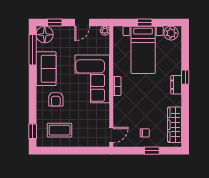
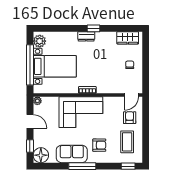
window: (145, 22) -> (30, 65), width x3.17
window: (33, 50) -> (82, 166), moved
window: (185, 77) -> (93, 28), moved
wardrobe: (175, 125) -> (128, 38), width x0.67
armchair: (86, 133) -> (130, 118), added
door: (111, 135) -> (132, 95), swing flipped
window: (152, 151) -> (146, 58), removed

